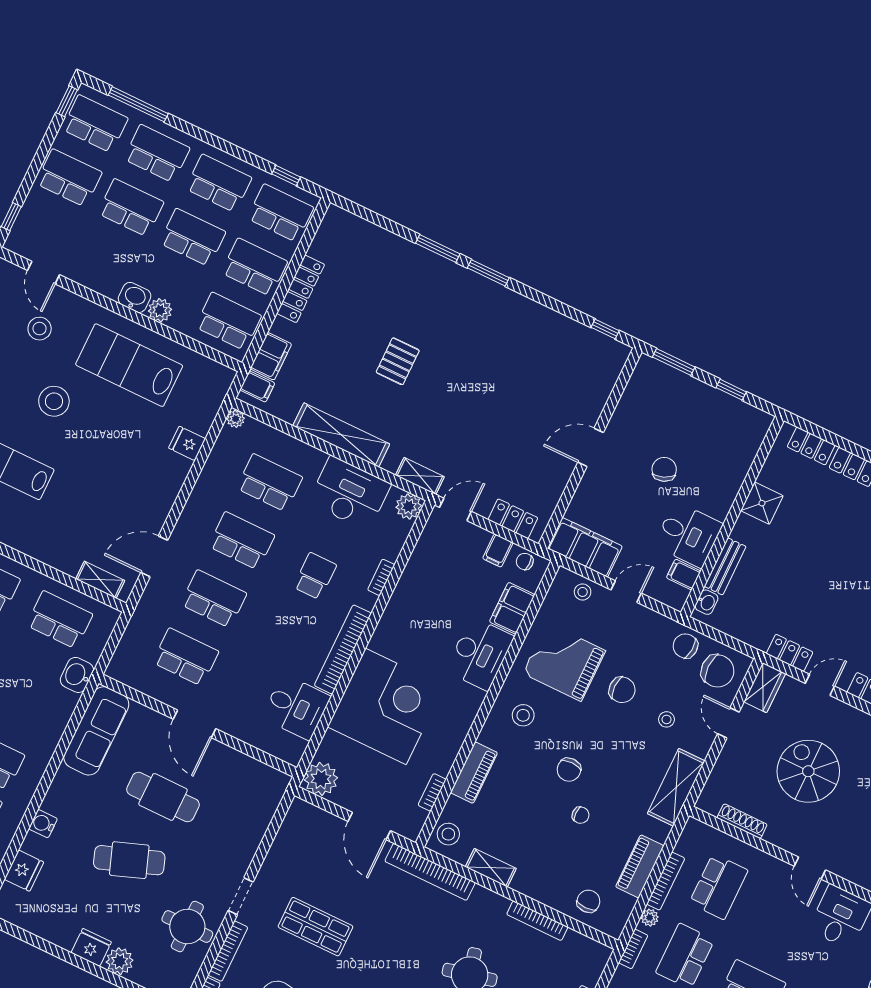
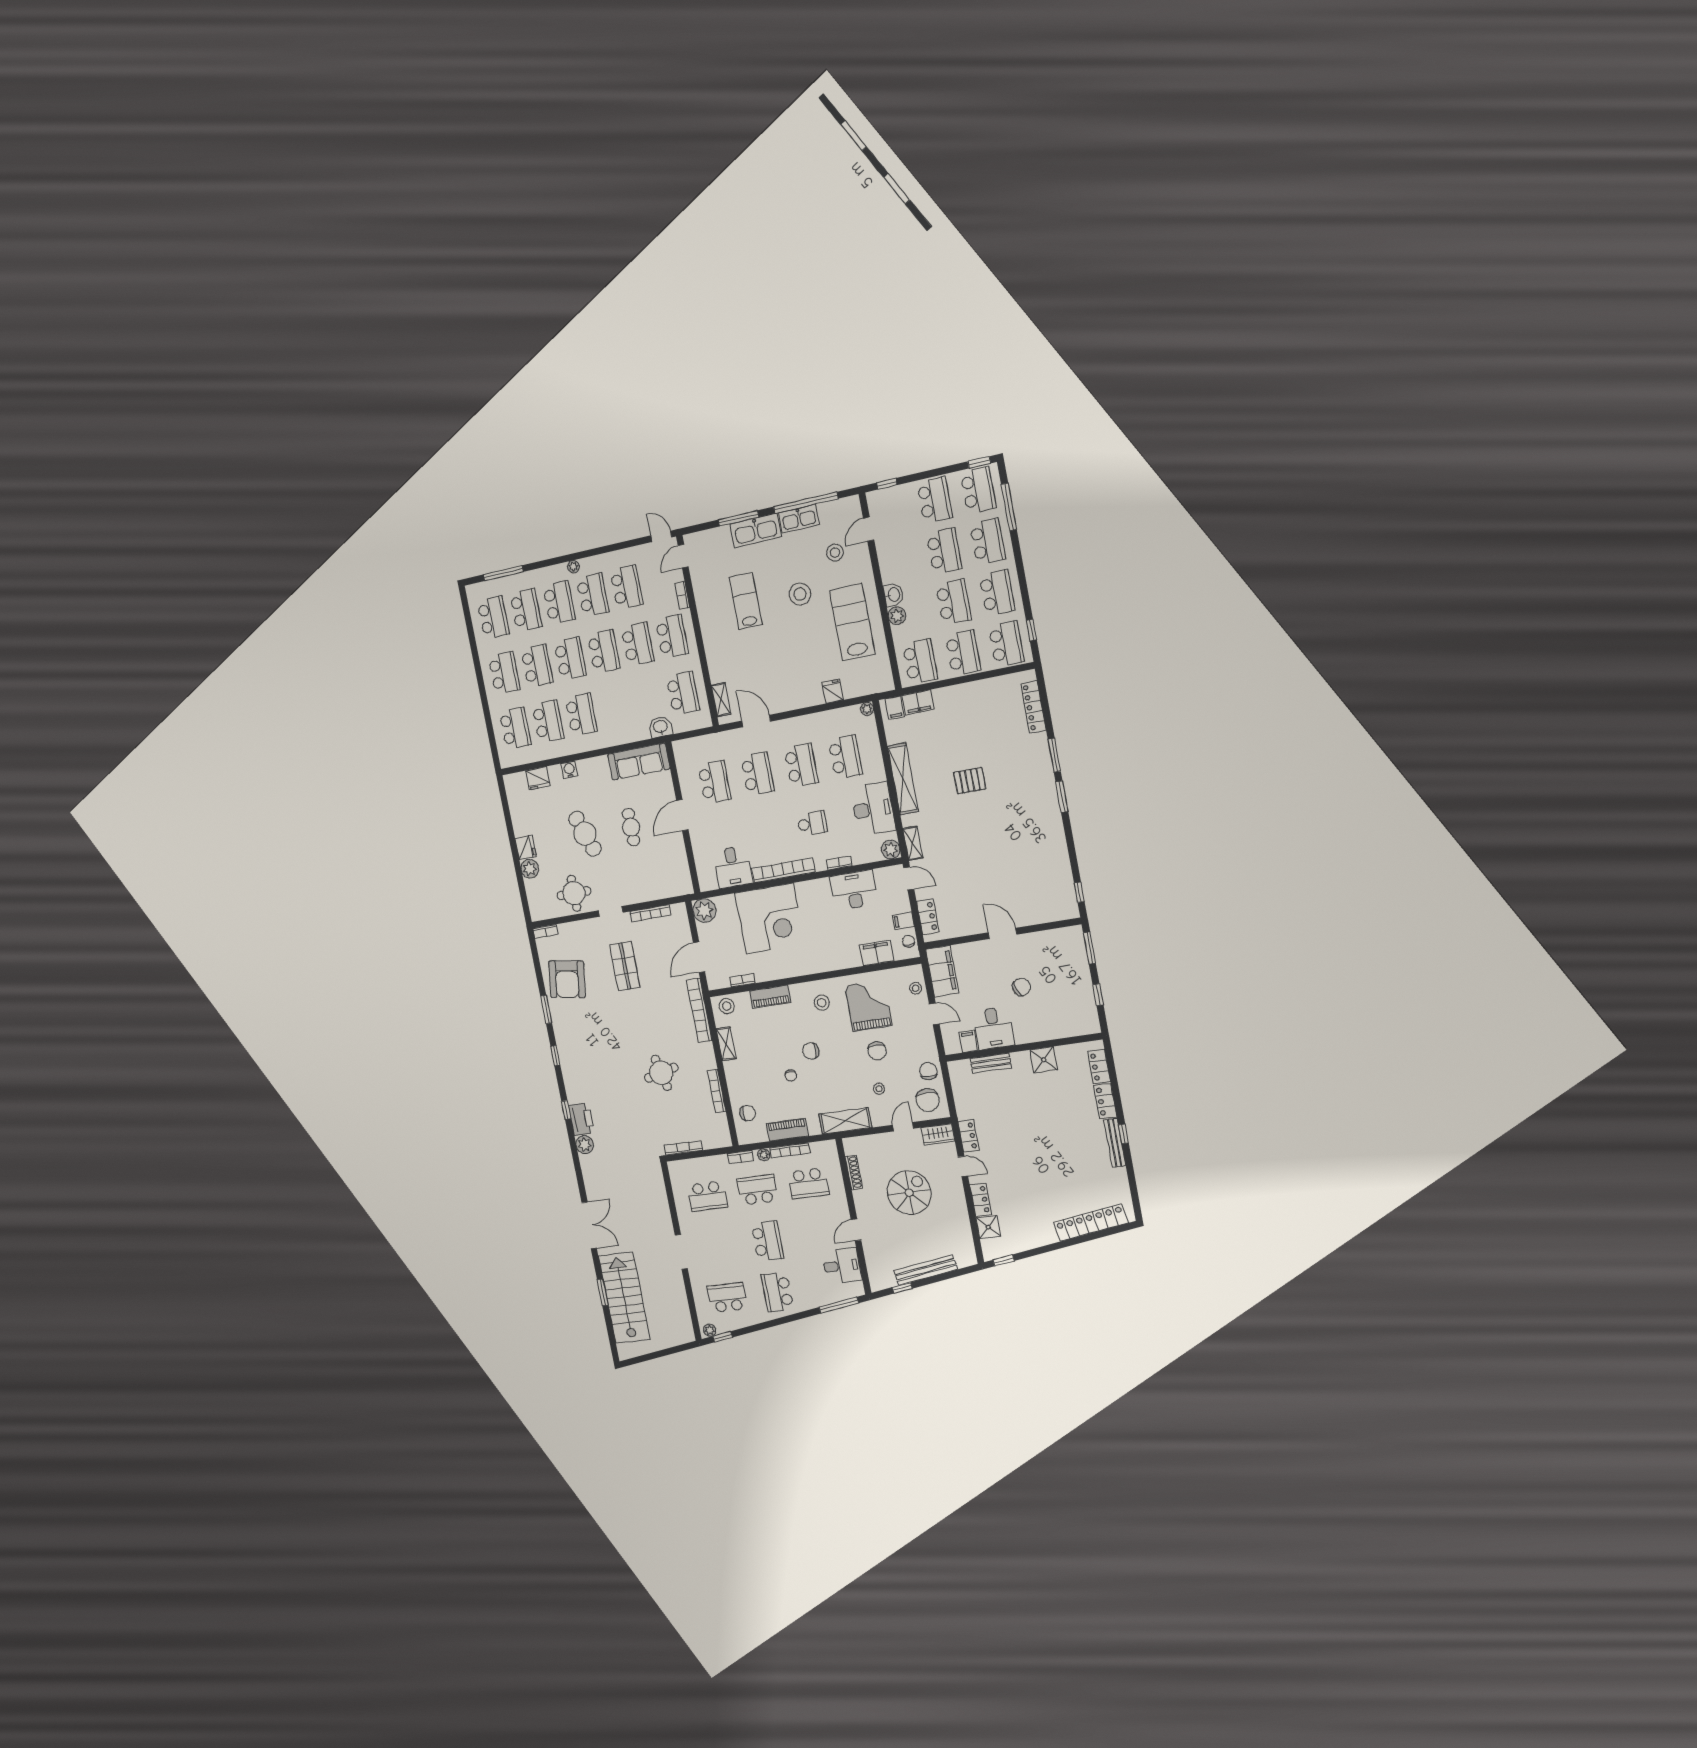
locker: (301, 289) -> (1033, 707), moved, turned 90
washbasin: (707, 602) -> (962, 1066), removed
desk: (480, 654) -> (854, 890), moved, turned 180
cafe table: (163, 797) -> (631, 827), width x0.73, depth x0.74
bookcase: (228, 951) -> (650, 913), moved

